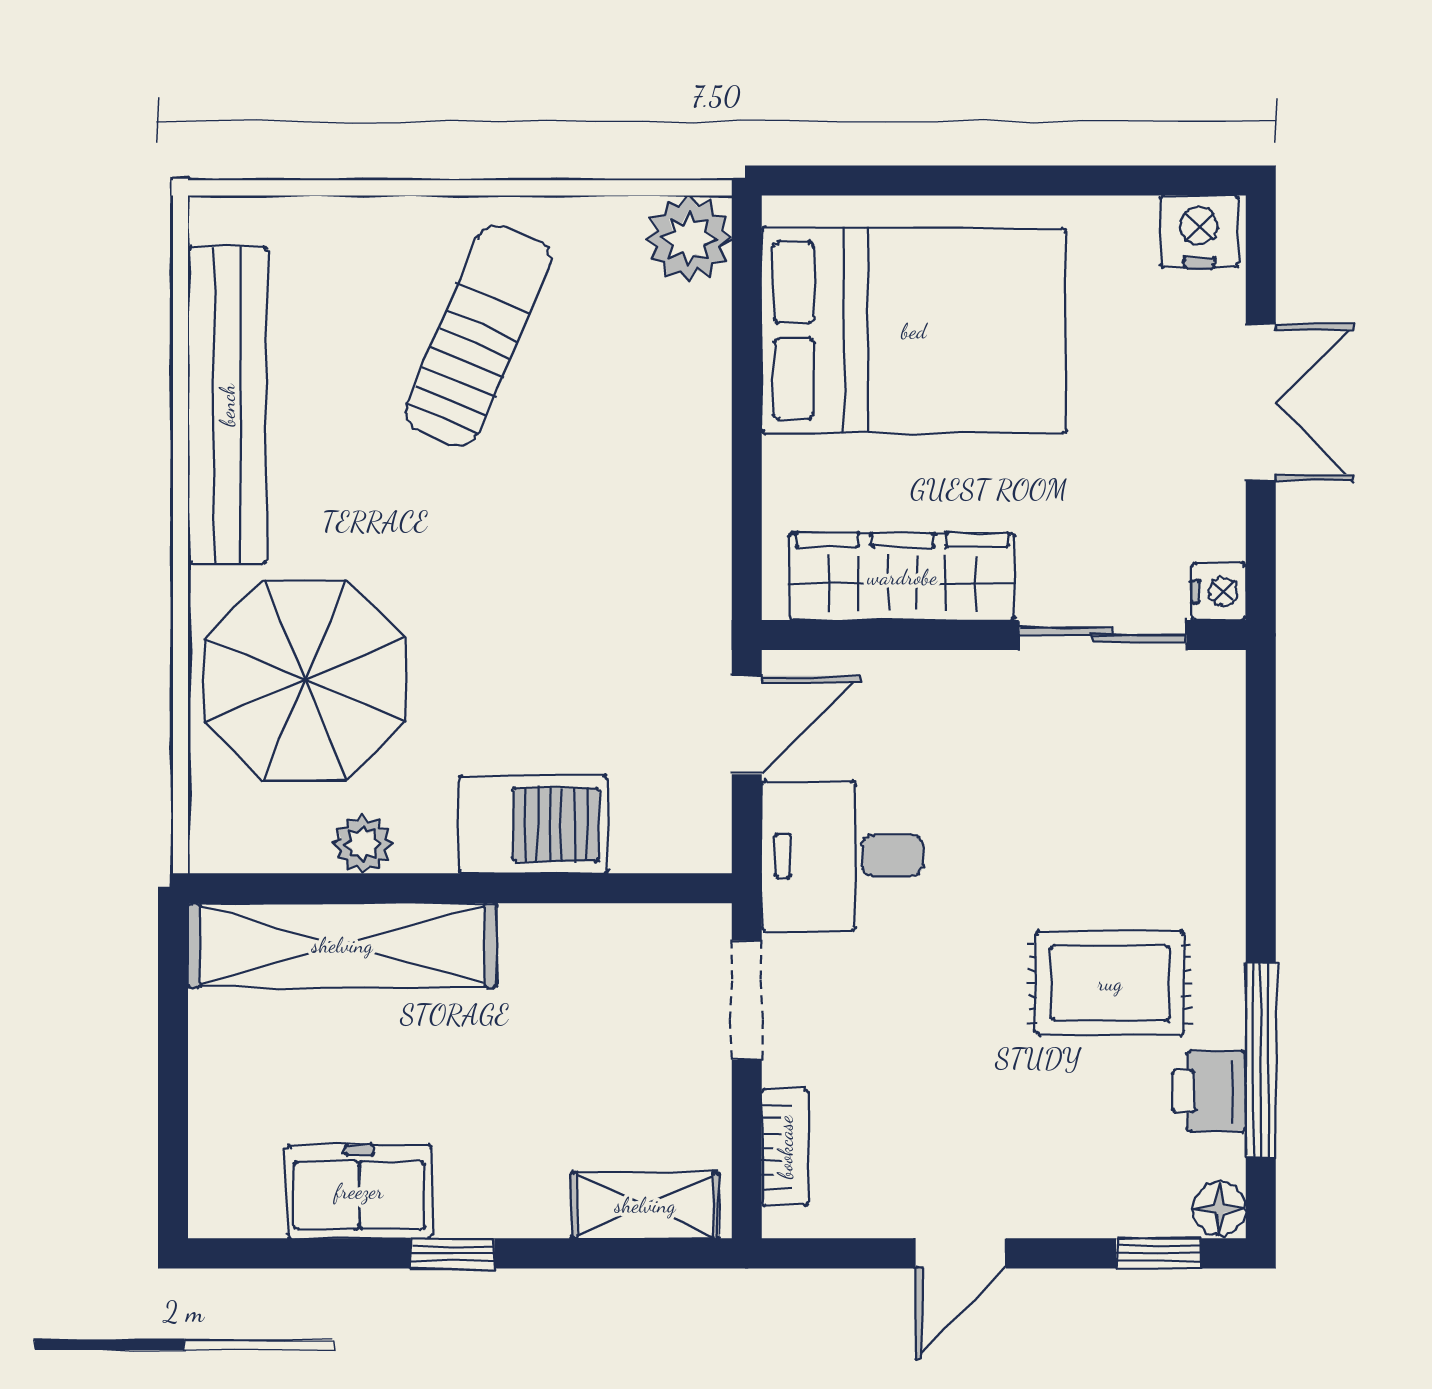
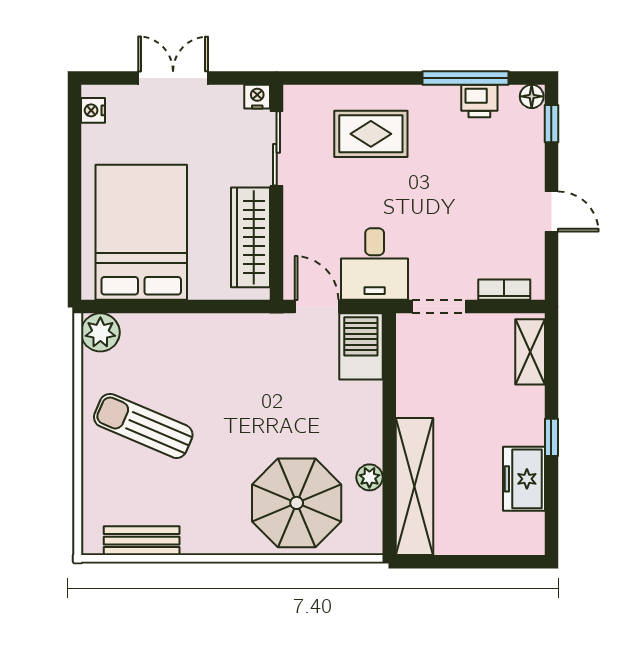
nightstand: (1199, 231) -> (93, 110), width x0.72, depth x0.74
bench: (227, 405) -> (142, 541), width x0.54, depth x0.82
barbecue: (533, 825) -> (361, 346), moved
rug: (1110, 983) -> (371, 134), moved, turned 90

